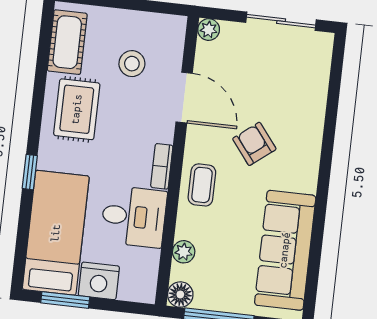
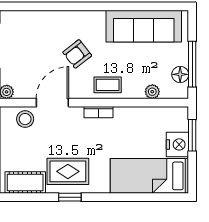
stool: (132, 64) -> (25, 119), moved
window: (30, 172) -> (70, 197), moved
desk: (134, 217) -> (133, 127), removed
floor lamp: (180, 295) -> (180, 74), moved
window: (65, 300) -> (192, 135), moved

